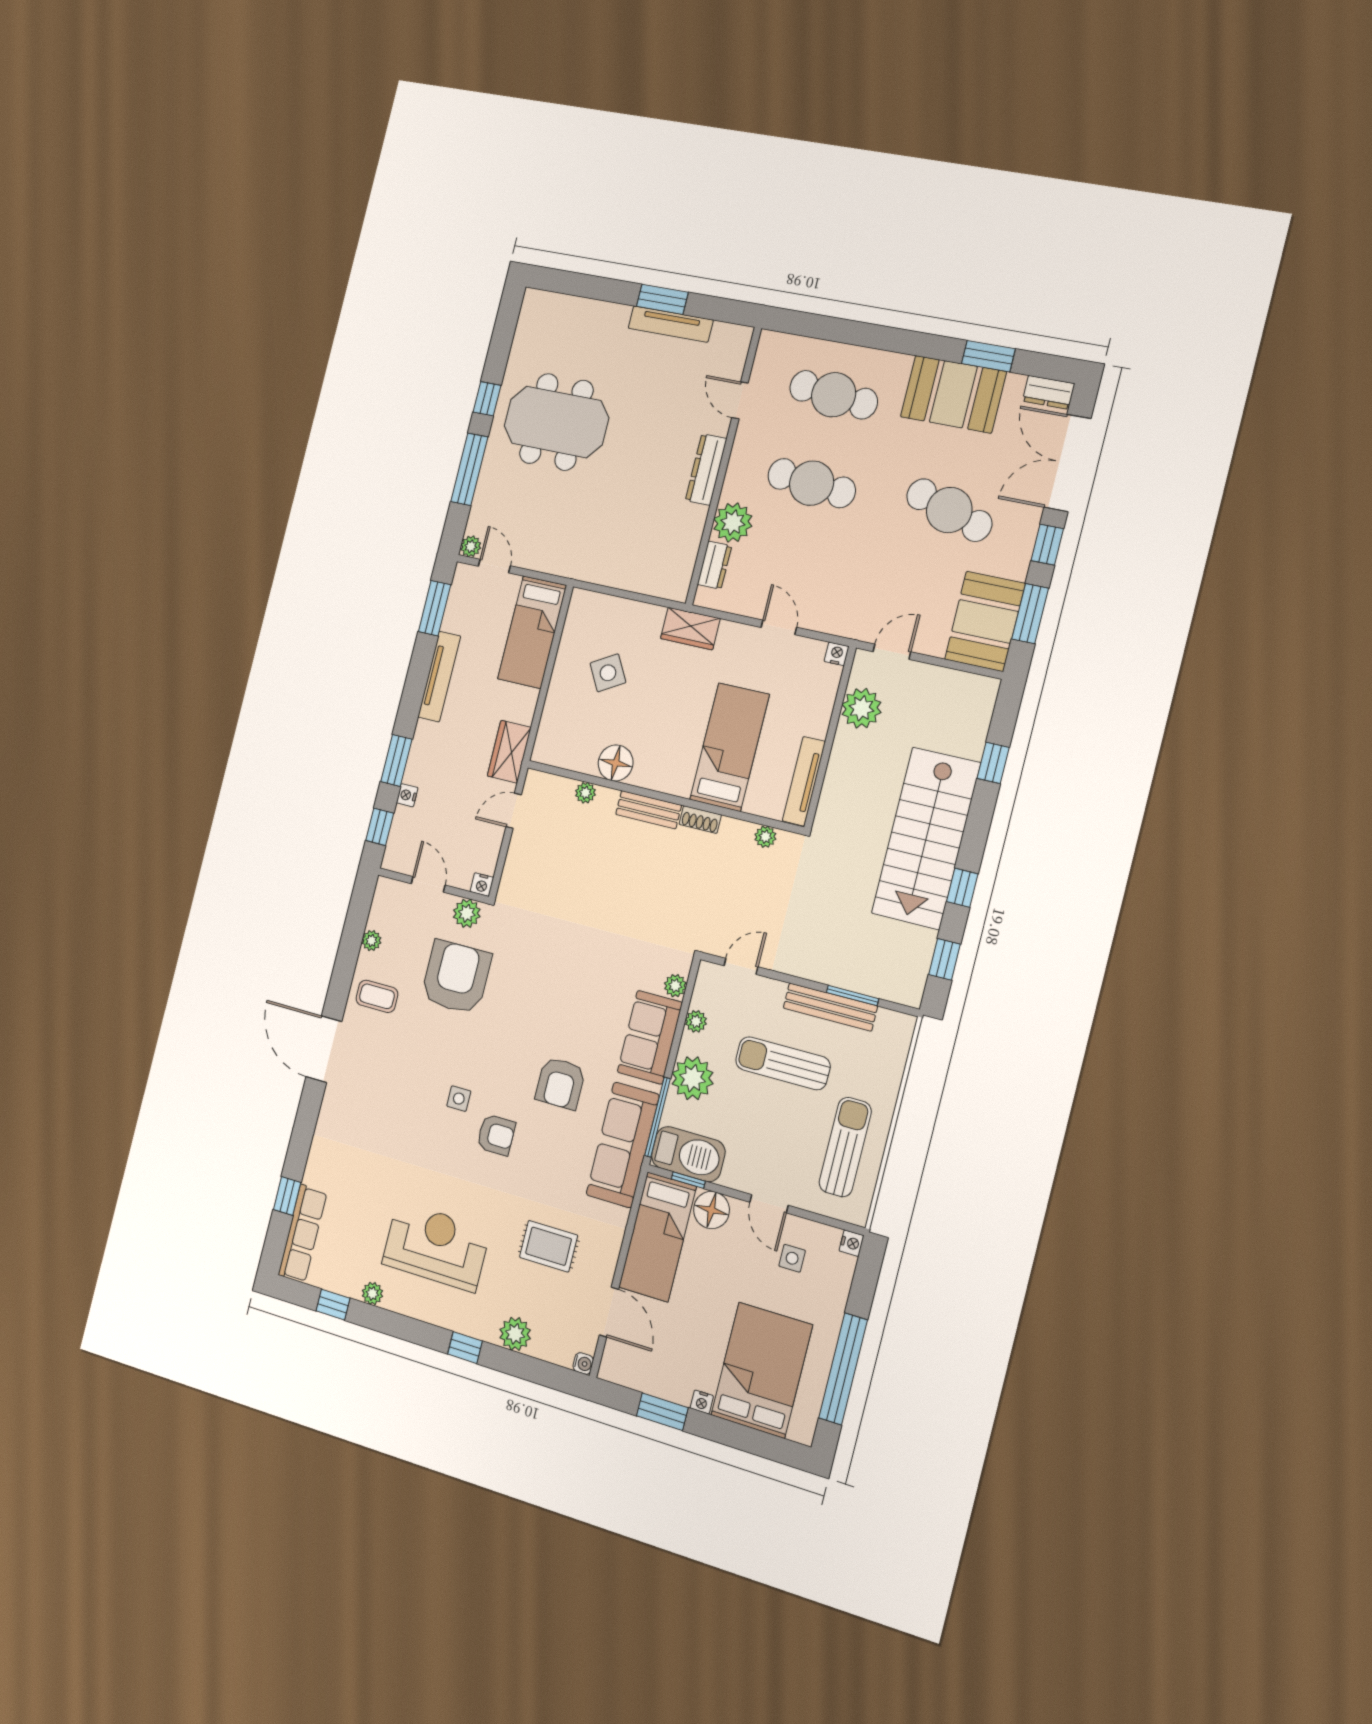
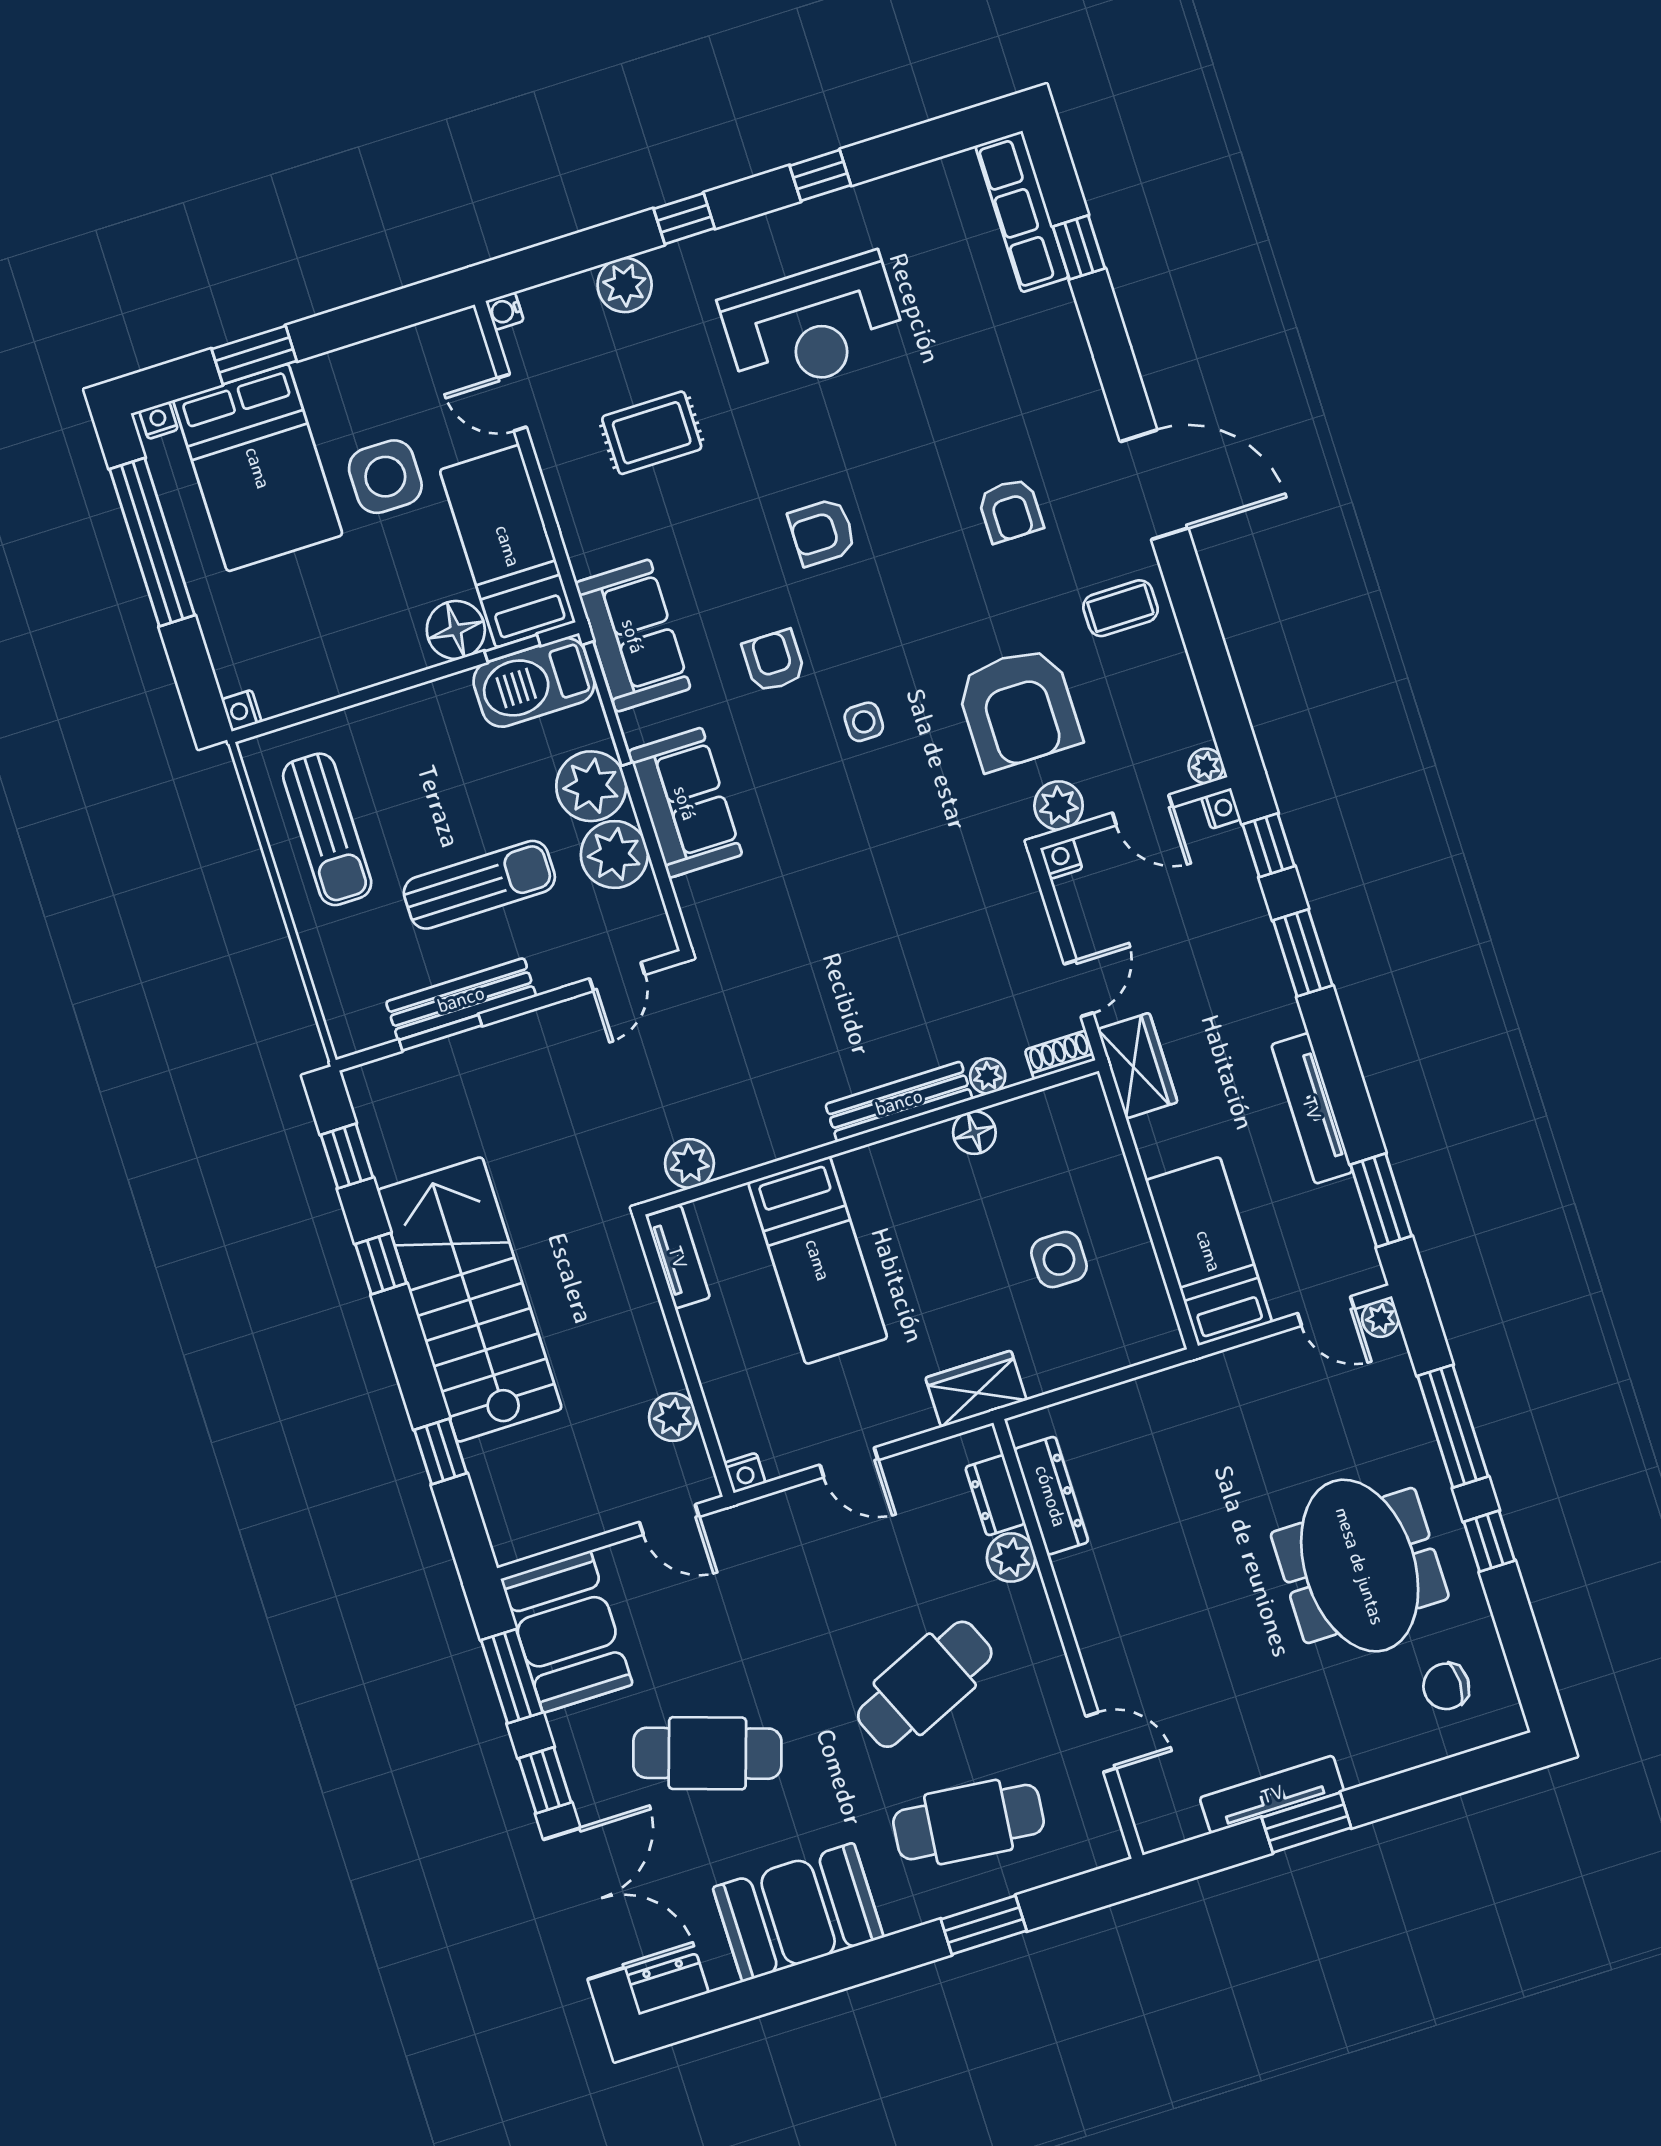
chair: (552, 334) -> (1446, 1686), added
window: (988, 356) -> (984, 1925), moved
meeting table: (556, 422) -> (1360, 1566), turned 90
dresser: (706, 470) -> (1051, 1496), moved
cafe table: (812, 483) -> (925, 1684), turned -30
plant: (733, 522) -> (1011, 1557), width x0.73, depth x0.73
door: (892, 652) -> (669, 1519), hinge flipped
side table: (608, 673) -> (1059, 1260), turned 30
plant: (861, 708) -> (673, 1417), width x0.73, depth x0.73
floor lamp: (616, 763) -> (974, 1133), width x0.73, depth x0.73
tv unit: (804, 781) -> (678, 1257), width x0.71
nightstand: (407, 795) -> (1221, 808), moved
bench: (649, 810) -> (899, 1102), width x1.36
shoe rack: (700, 820) -> (1060, 1055), moved
plant: (765, 837) -> (689, 1163), width x1.38, depth x1.38
plant: (372, 941) -> (1206, 766), moved
plant: (675, 986) -> (693, 894), removed
plant: (696, 1021) -> (614, 854), width x1.87, depth x1.87
armchair: (399, 1083) -> (1010, 510), added
armchair: (560, 1083) -> (774, 661), width x0.72, depth x0.72
side table: (459, 1099) -> (864, 722), moved
sofa: (623, 1145) -> (633, 636), width x0.73
door: (769, 1204) -> (383, 689), removed
side table: (792, 1258) -> (385, 477), moved, width x1.87, depth x1.87
plant: (372, 1293) -> (865, 200), removed
window: (333, 1305) -> (820, 175), moved
door: (609, 1312) -> (512, 402), width x0.73
nightstand: (702, 1402) -> (159, 420), moved
window: (662, 1412) -> (254, 355), moved

